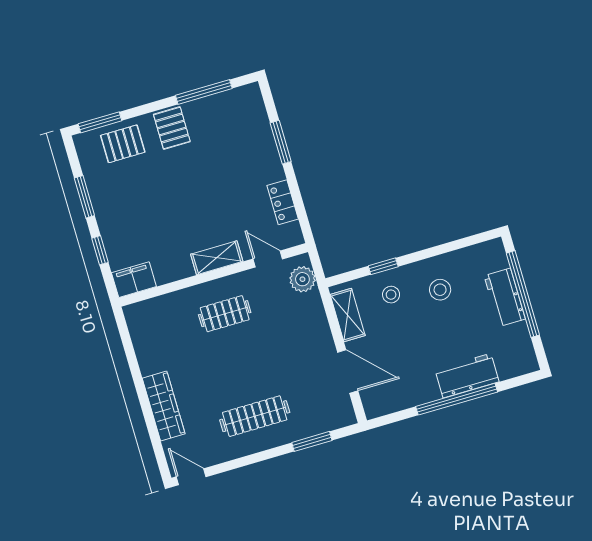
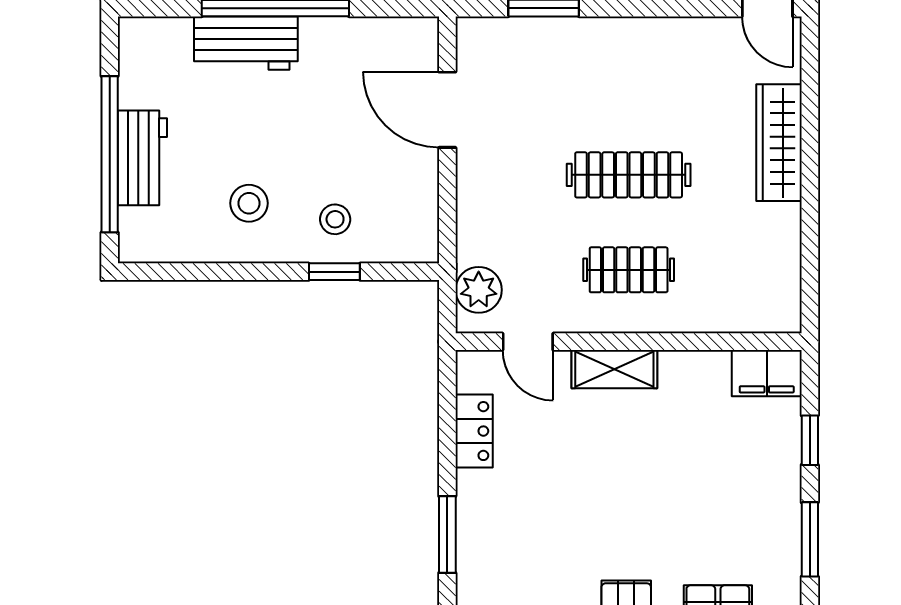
shelving: (348, 315) -> (419, 206), removed
clothes rail: (255, 416) -> (629, 175), moved

